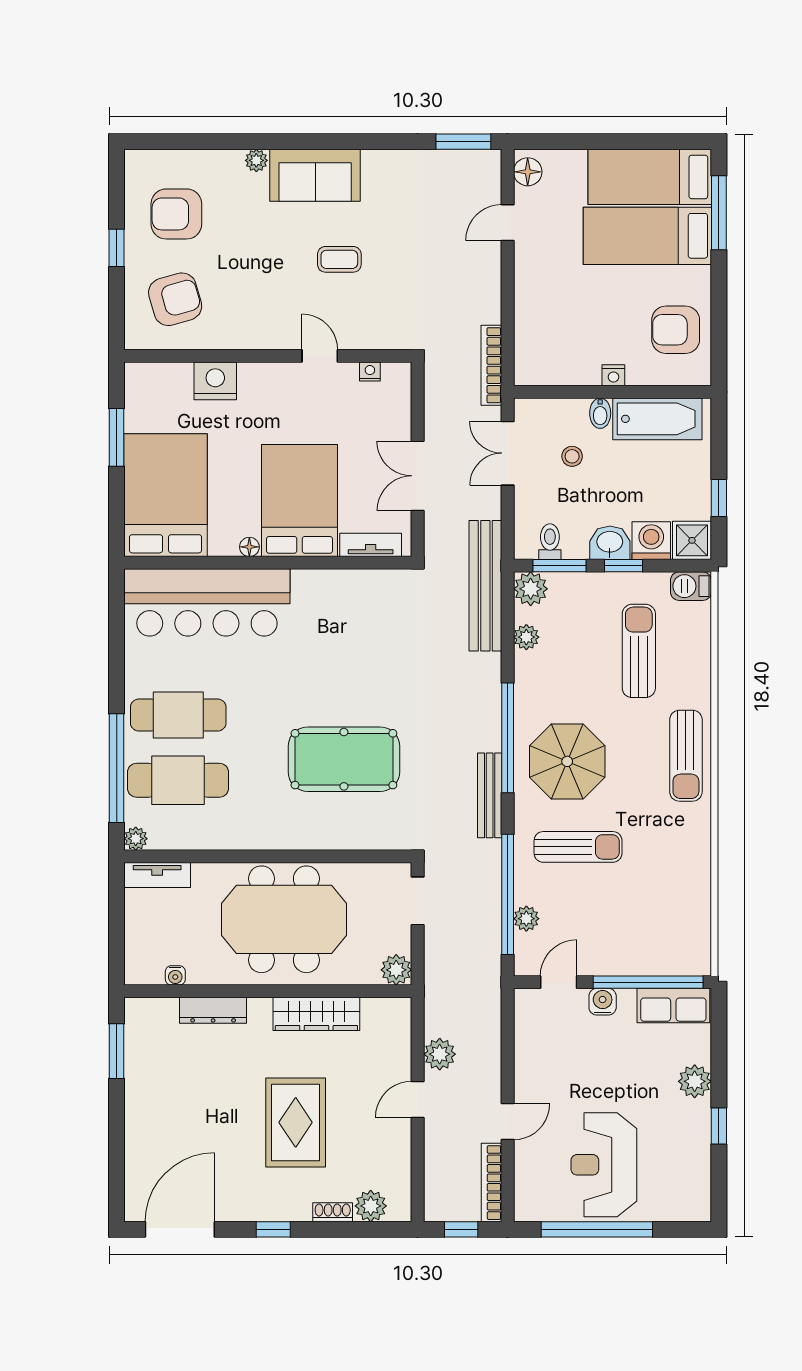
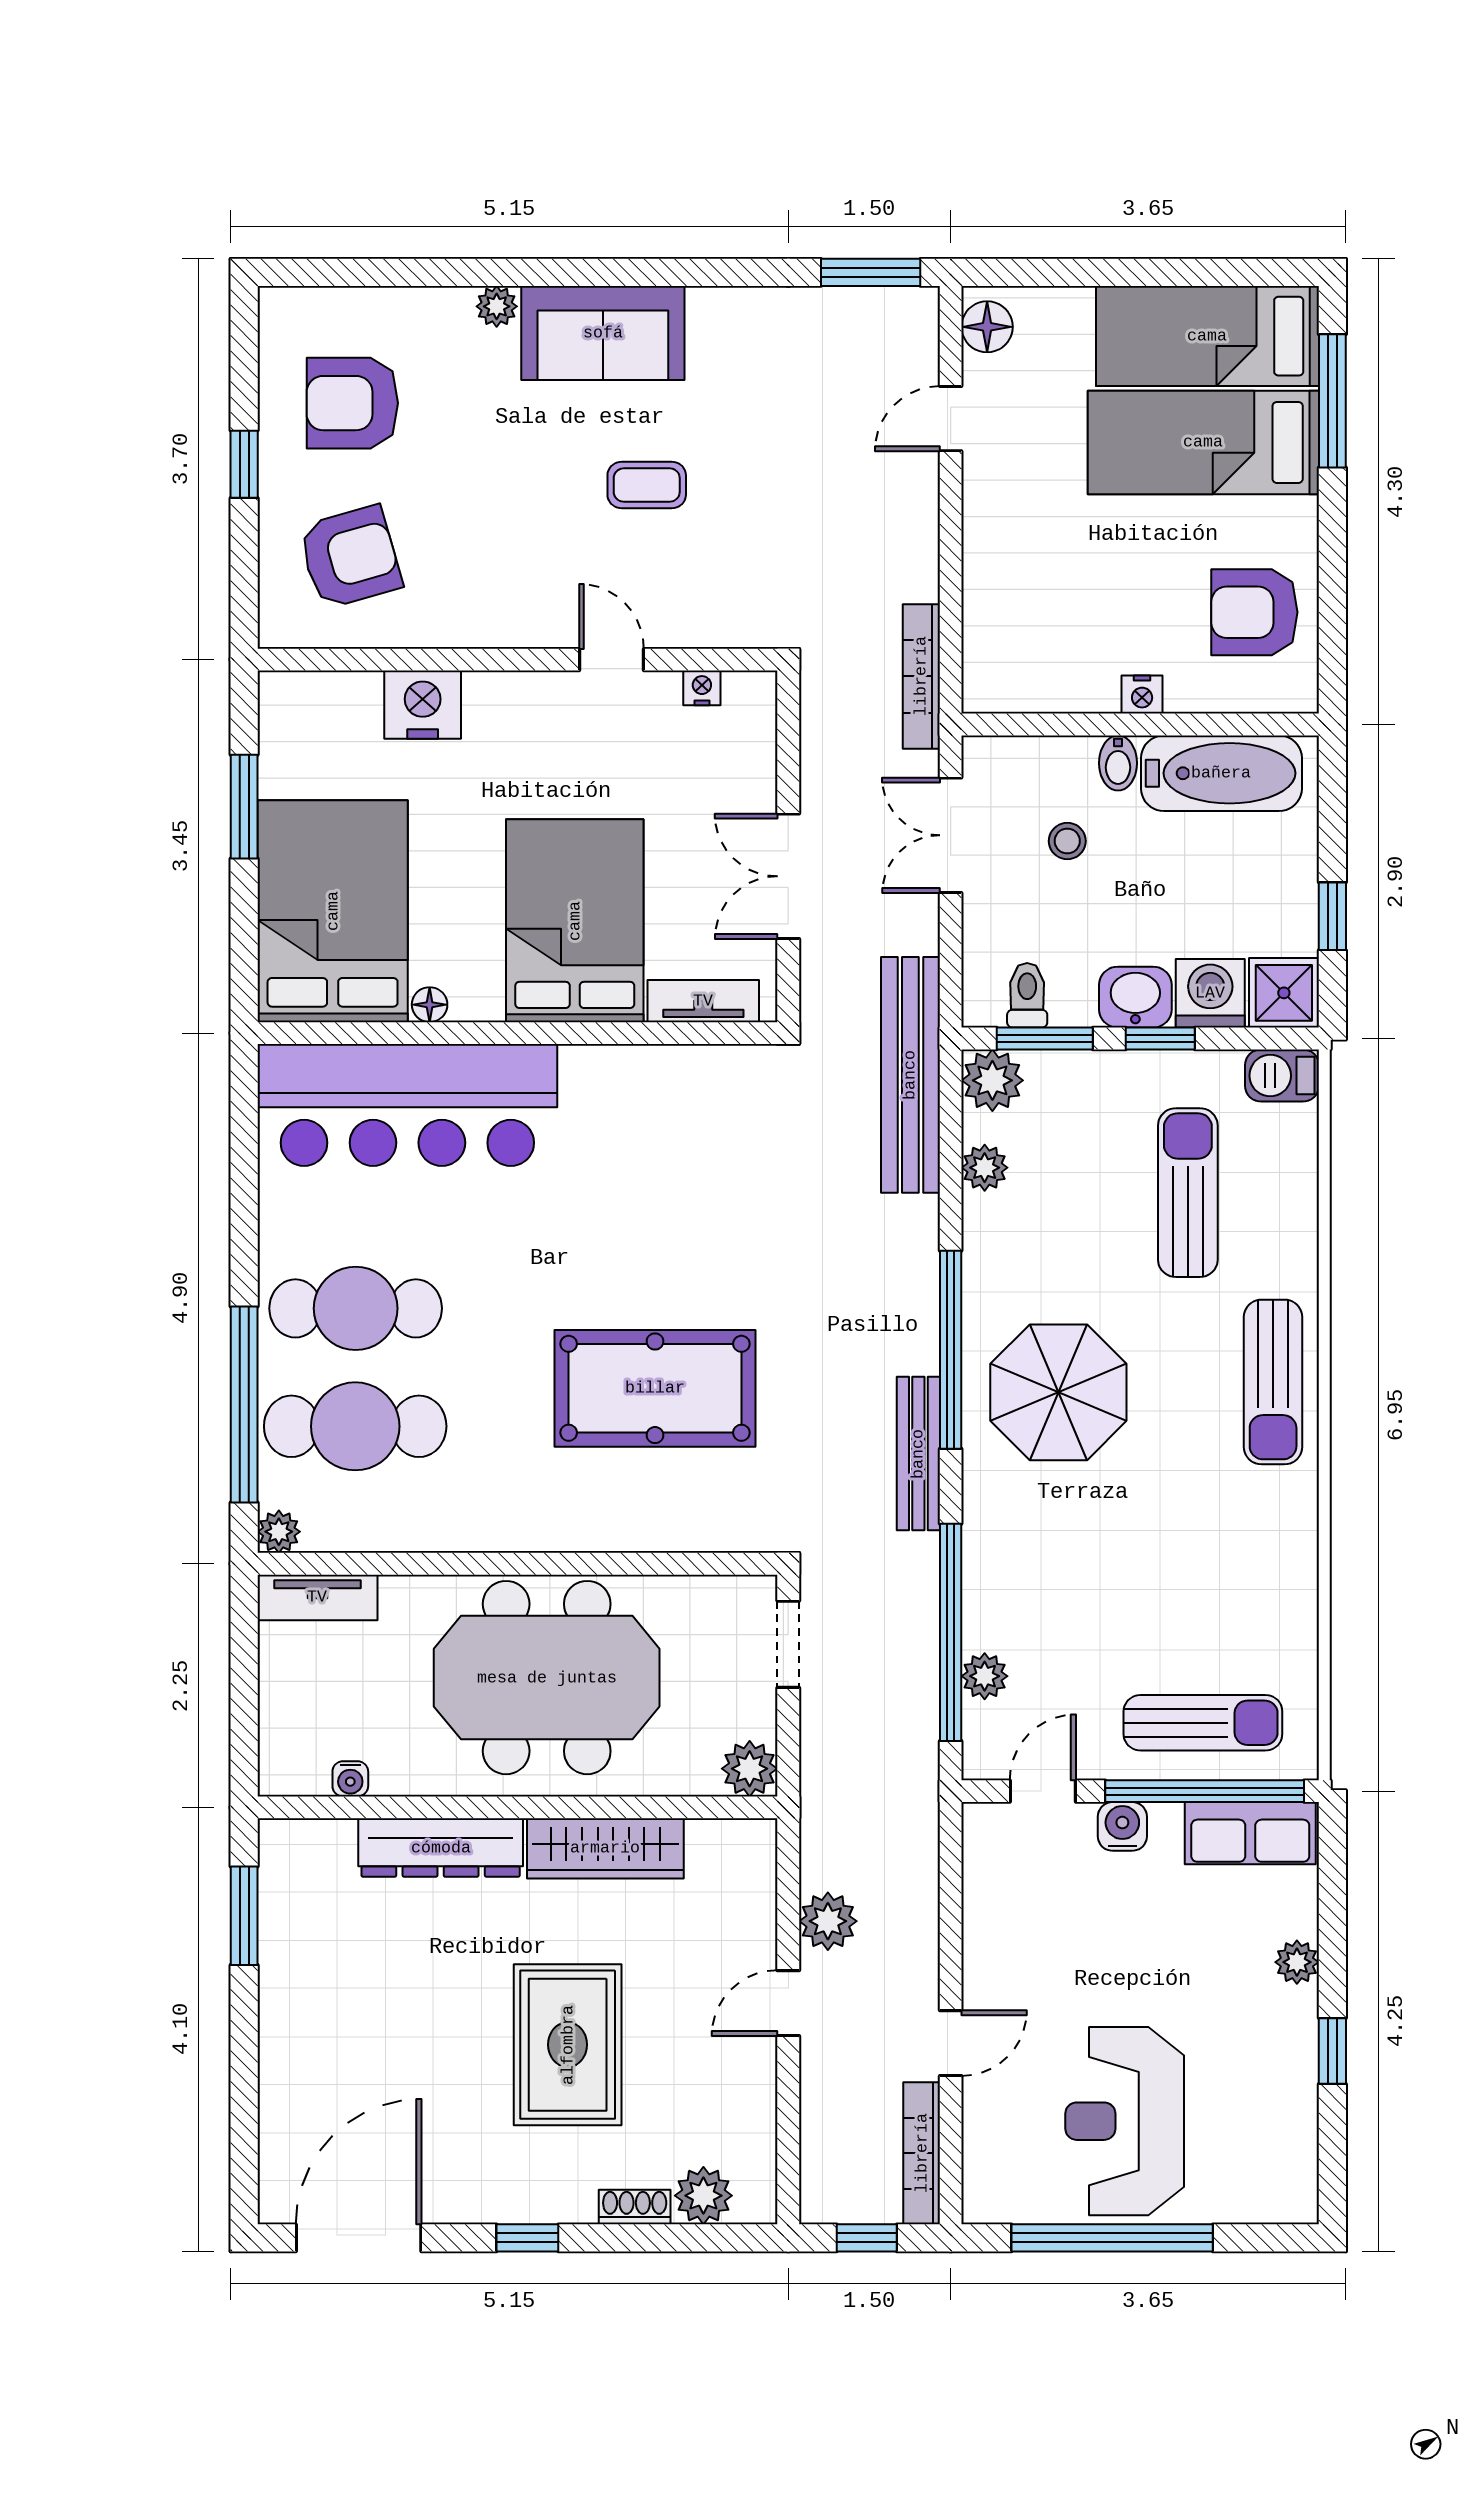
floor lamp: (249, 547) -> (430, 1005), moved
sun lounger: (578, 847) -> (1203, 1723), moved
dresser: (213, 1010) -> (441, 1848), width x1.37, depth x1.24
plant: (695, 1081) -> (1297, 1962), width x0.73, depth x0.73

